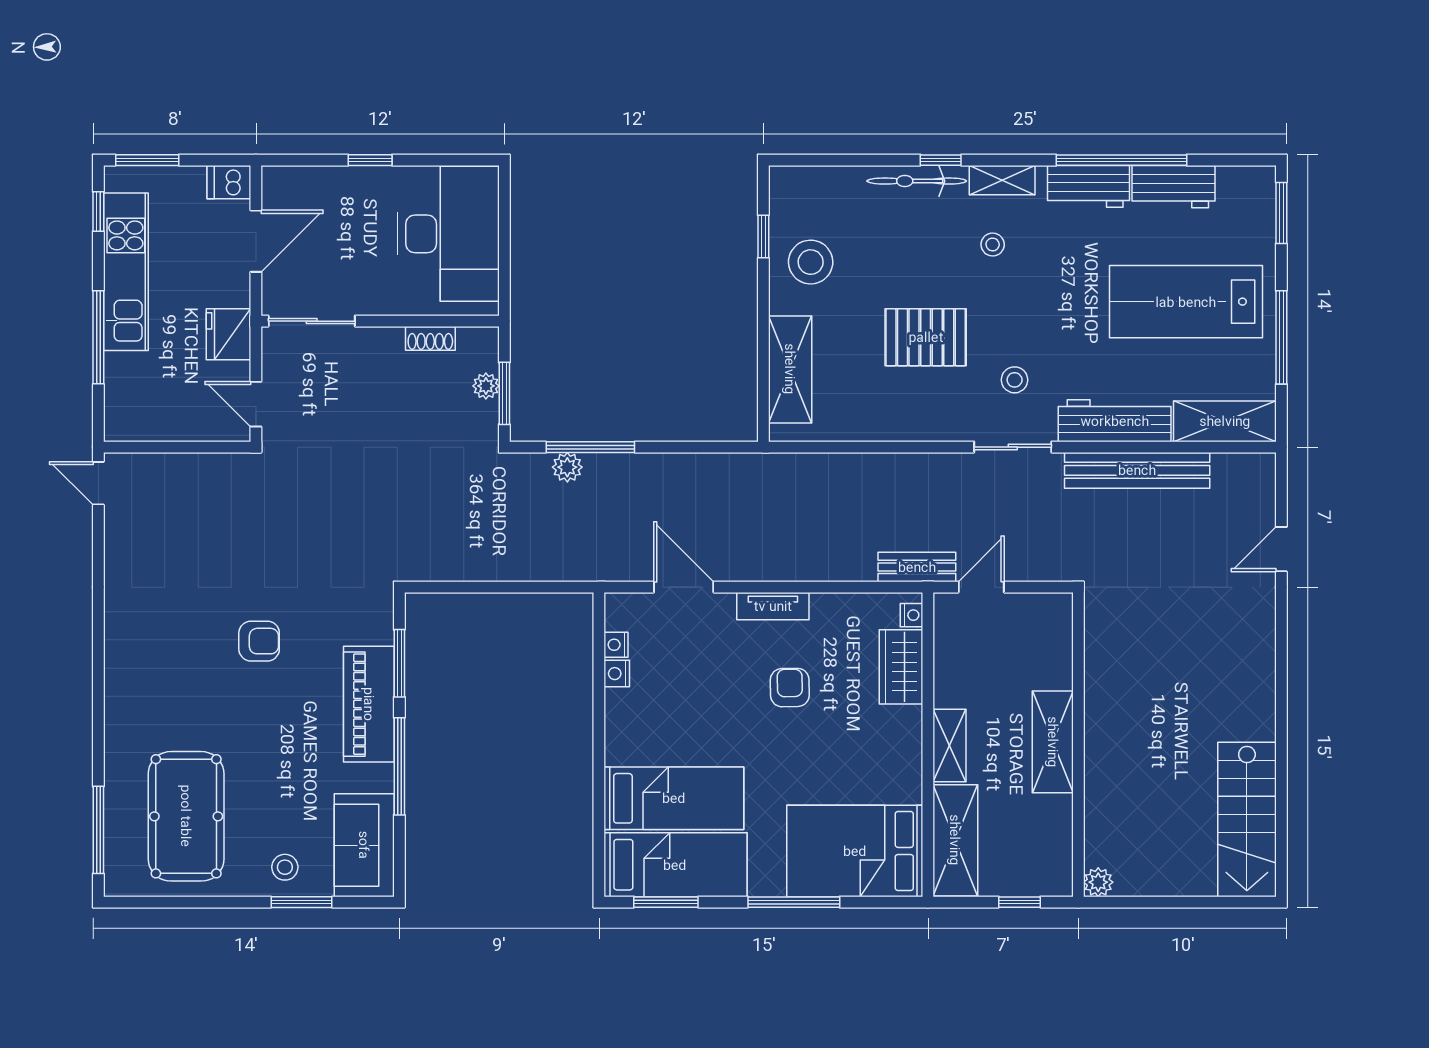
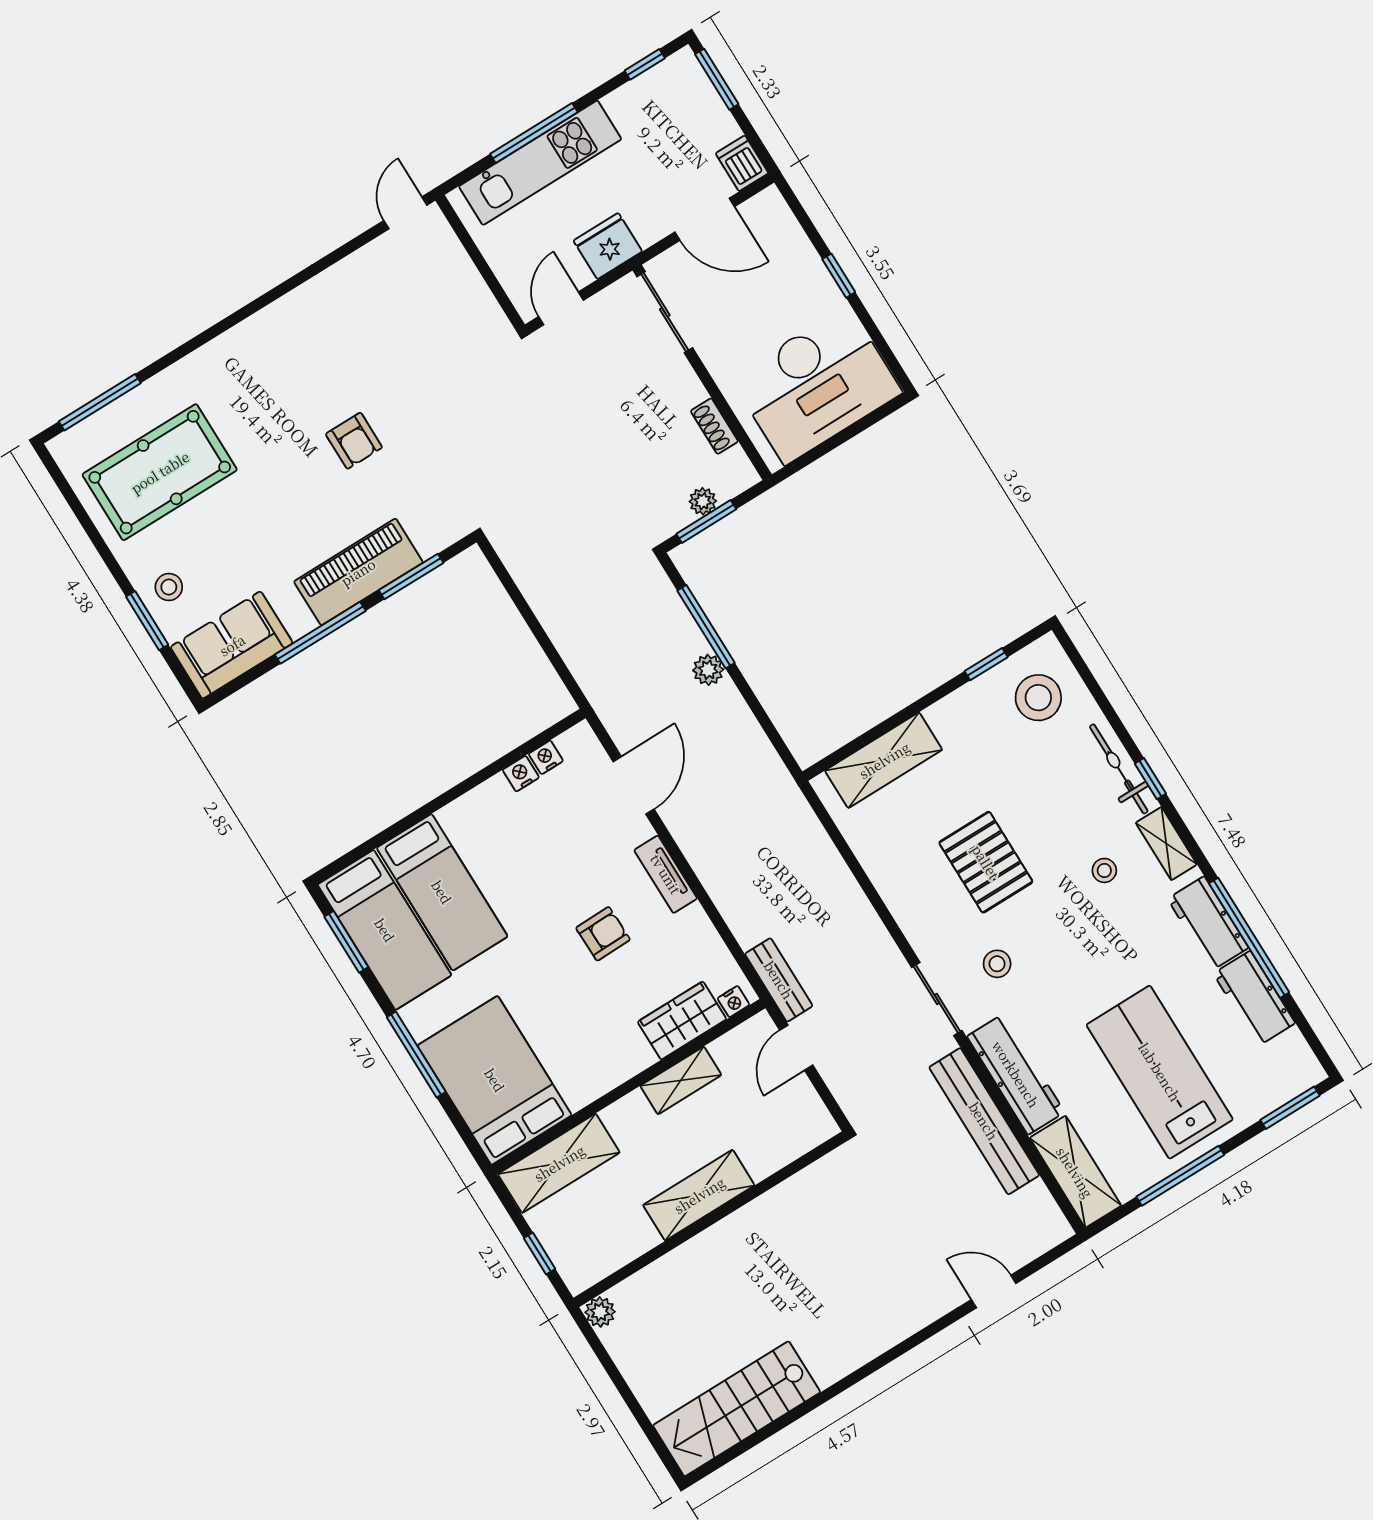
stool: (811, 262) -> (1038, 698), moved
kitchen unit: (126, 272) -> (540, 163), moved
plant: (567, 467) -> (708, 670), moved
door: (981, 587) -> (796, 1048), swing flipped
shelving: (949, 746) -> (681, 1080), moved

